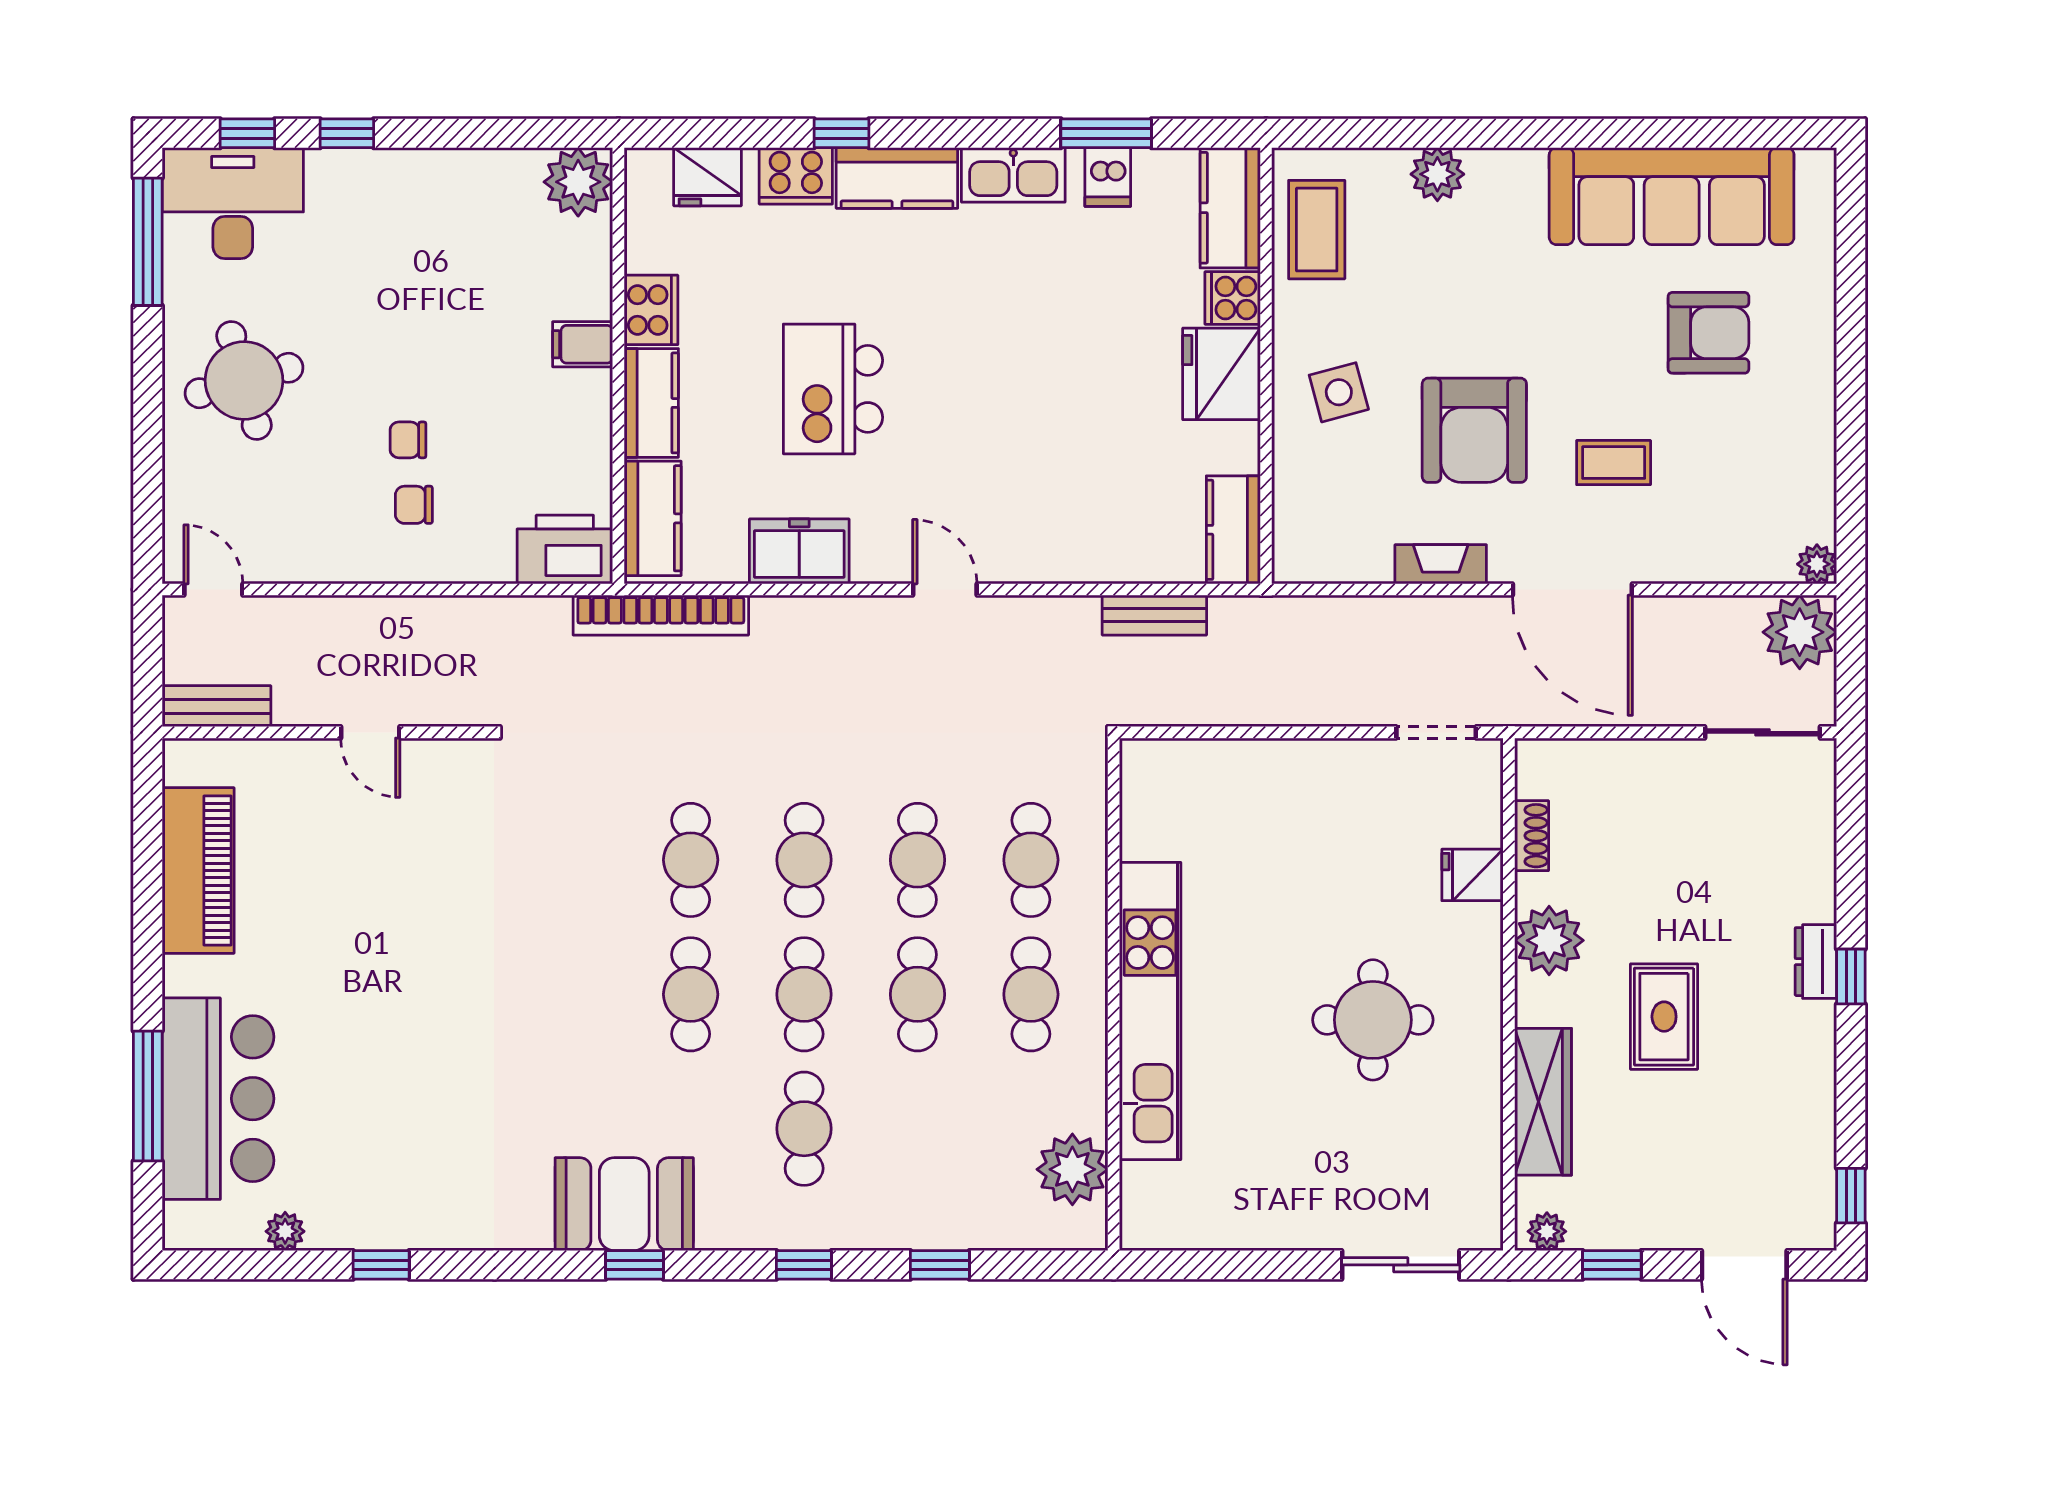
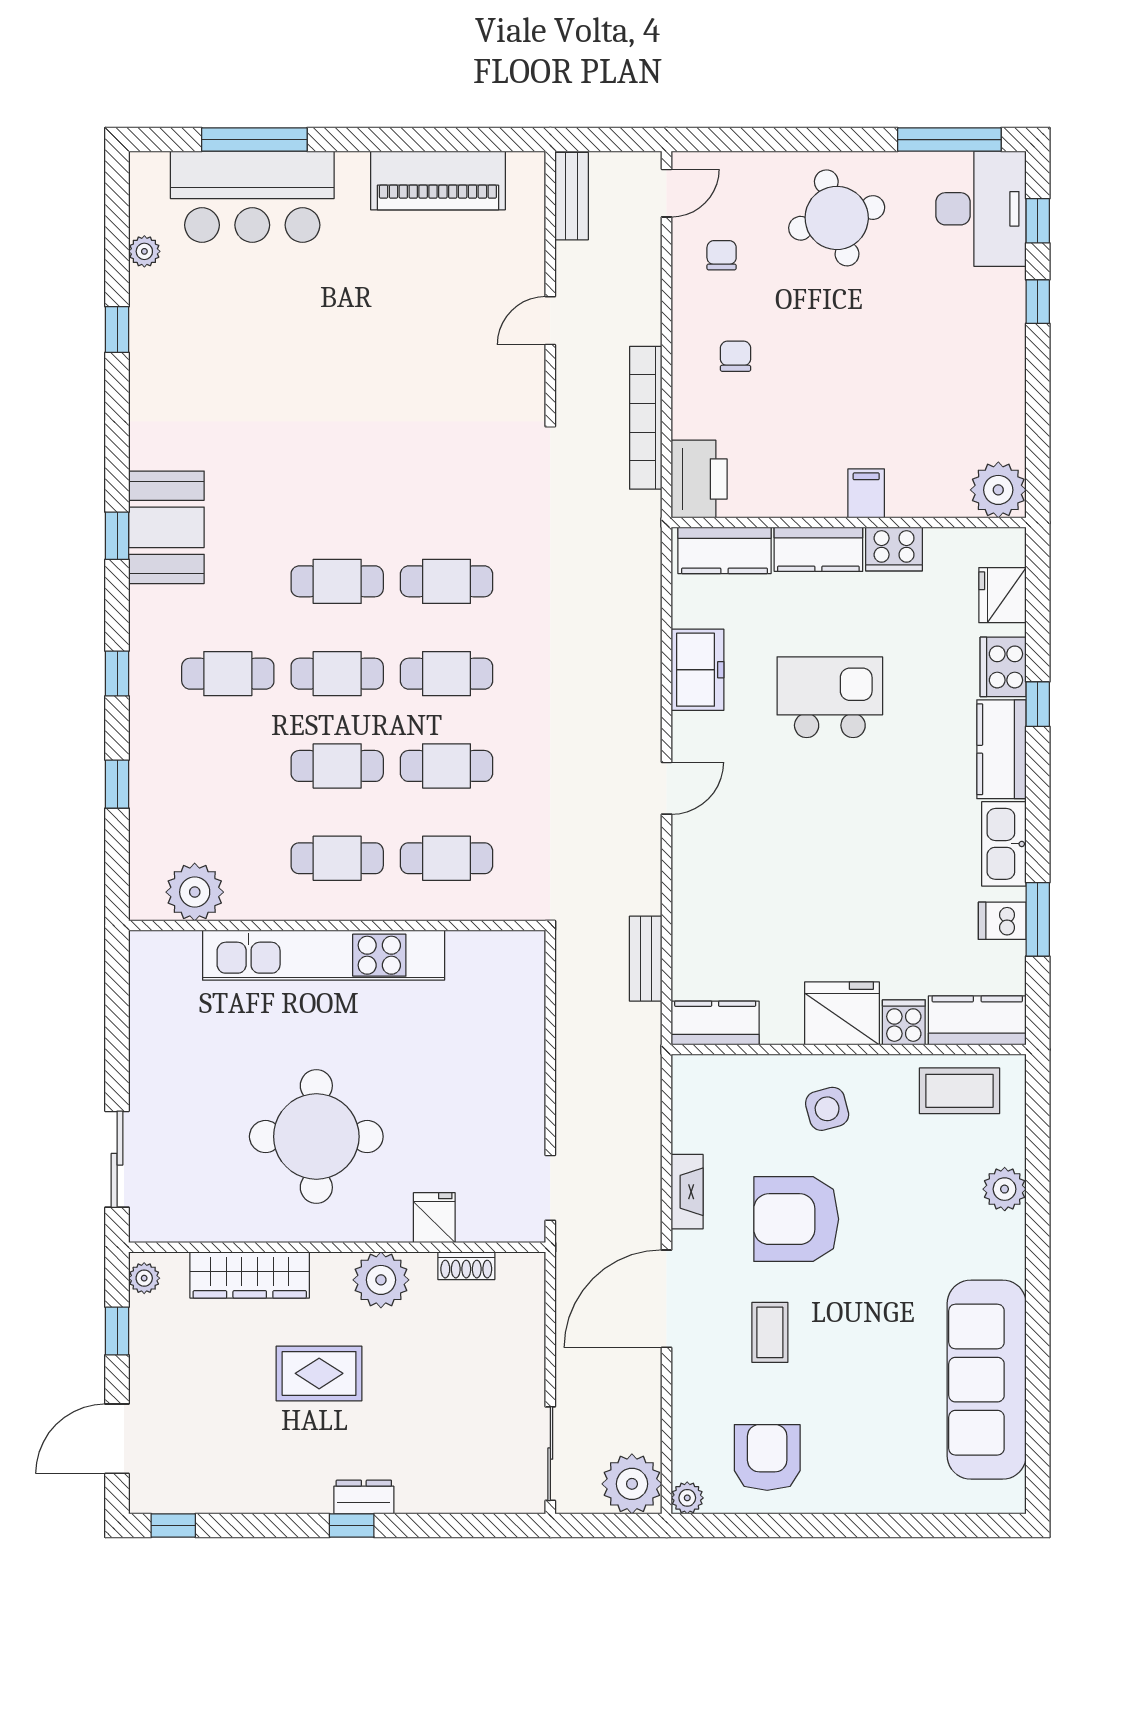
armchair: (1708, 333) -> (767, 1457), moved, turned 180
chair: (408, 440) -> (722, 255), moved
bookcase: (661, 615) -> (646, 418), moved
round table: (1373, 1020) -> (316, 1137), width x1.36, depth x1.36

